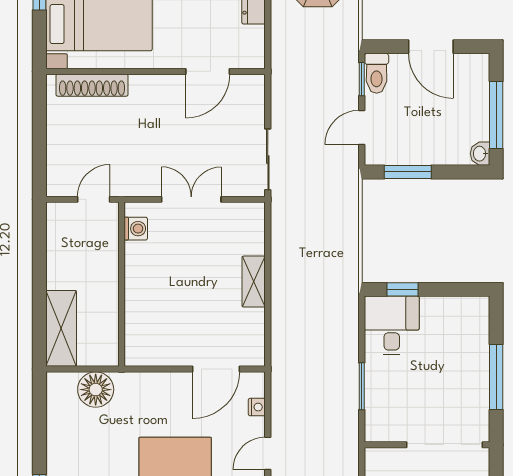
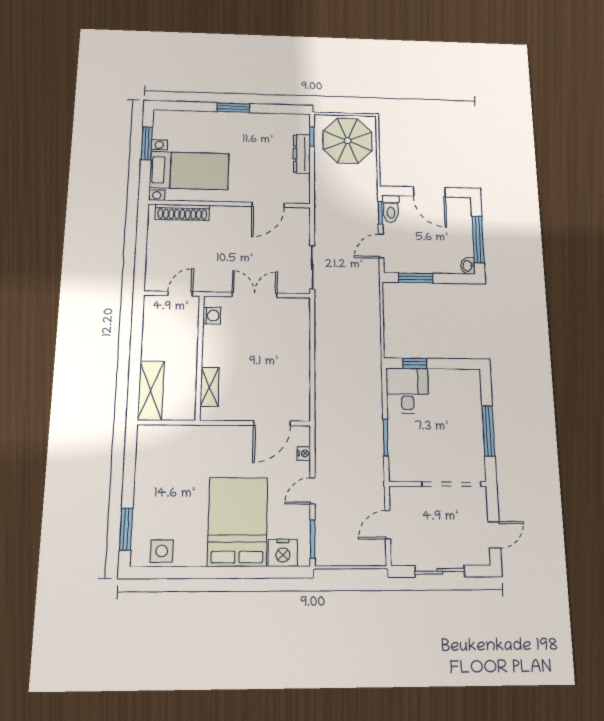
shelving: (254, 282) -> (210, 387), moved
floor lamp: (96, 390) -> (176, 439), removed

